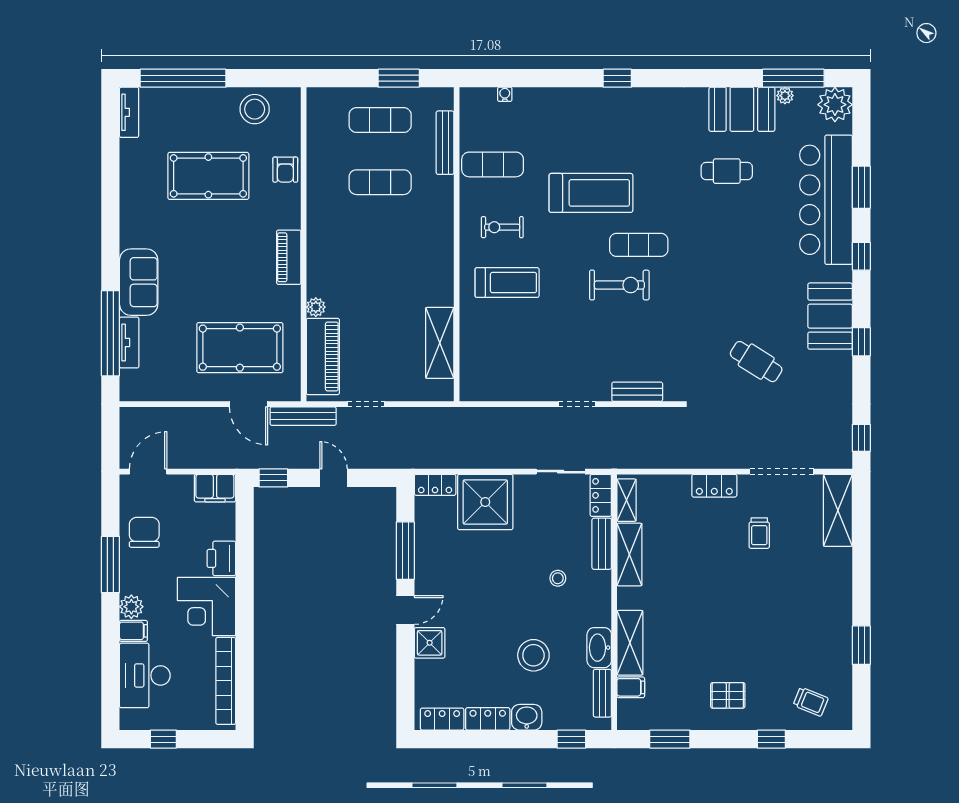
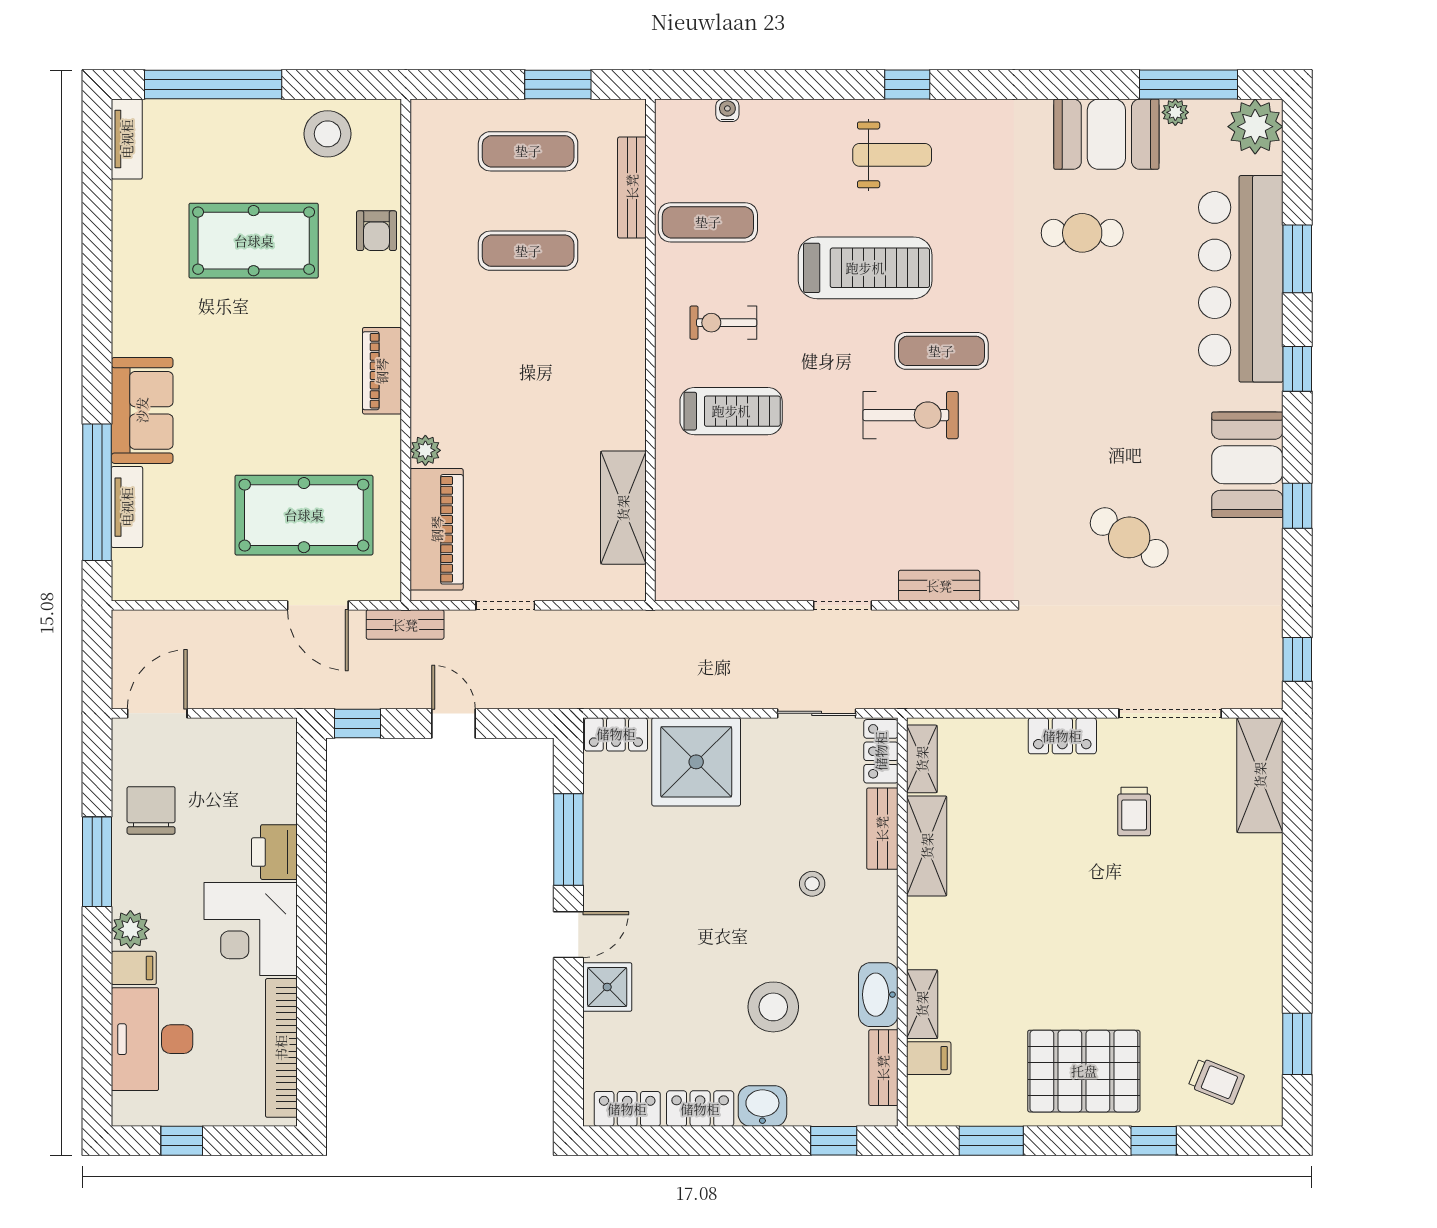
weight bench: (608, 122) -> (892, 155), added
bench: (303, 416) -> (405, 625), width x0.73
filing cabinet: (215, 488) -> (264, 740), removed
shelving: (630, 643) -> (922, 1004), width x0.67, depth x0.75
window: (861, 645) -> (1297, 1044), moved
pallet: (728, 695) -> (1084, 1071), width x2.05, depth x2.00

